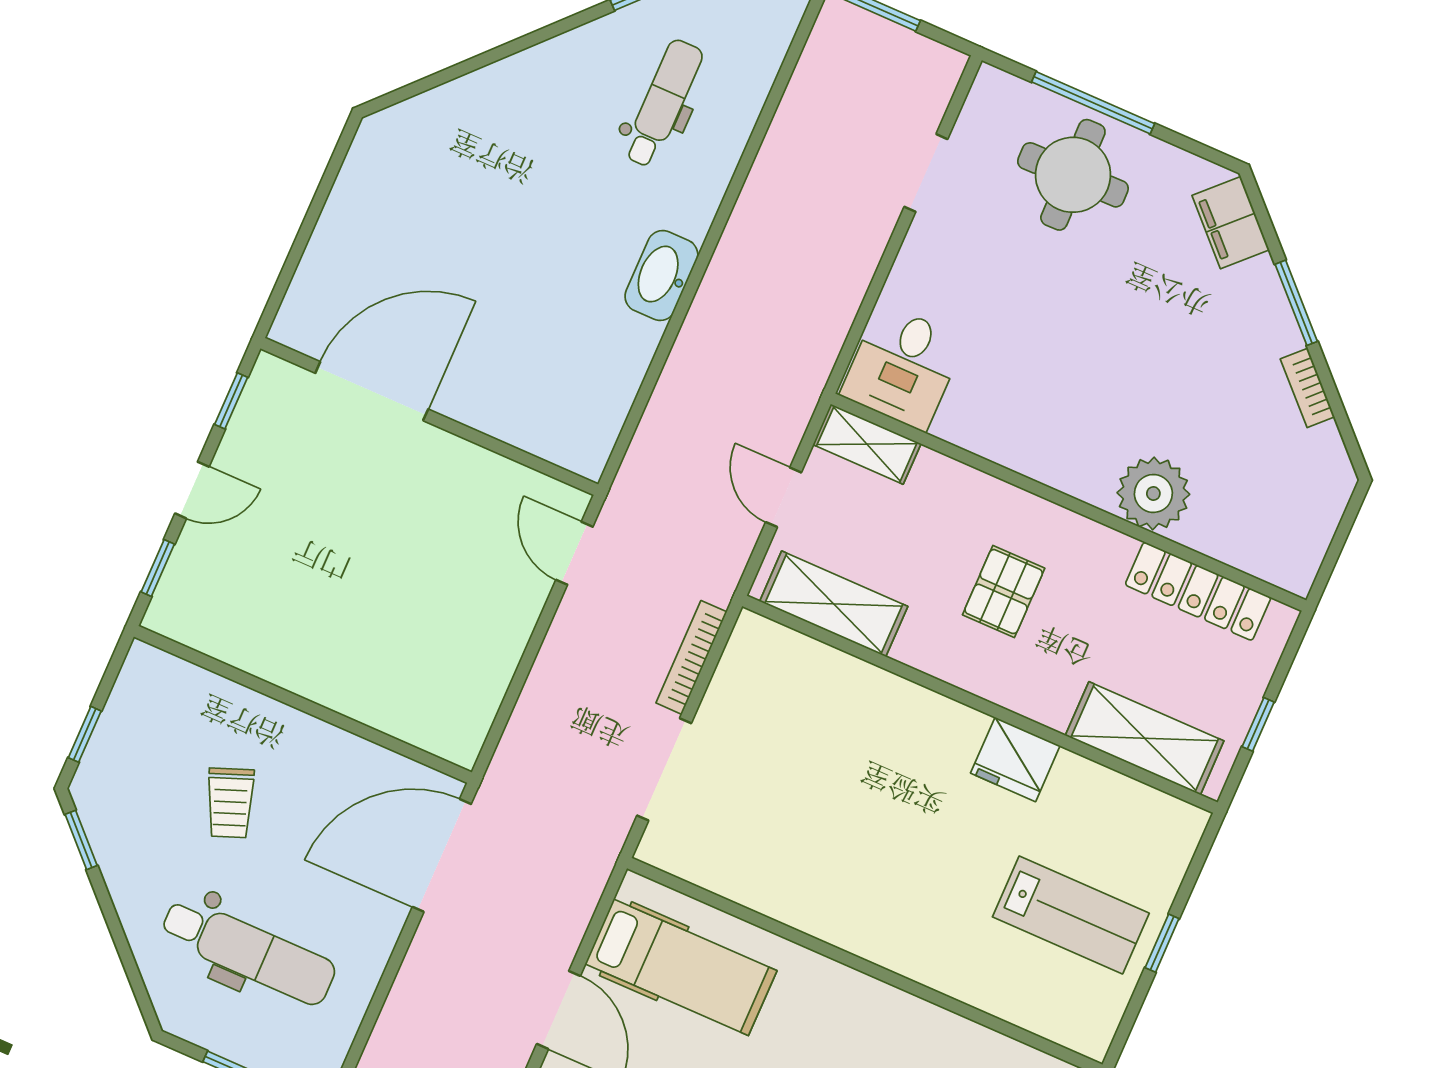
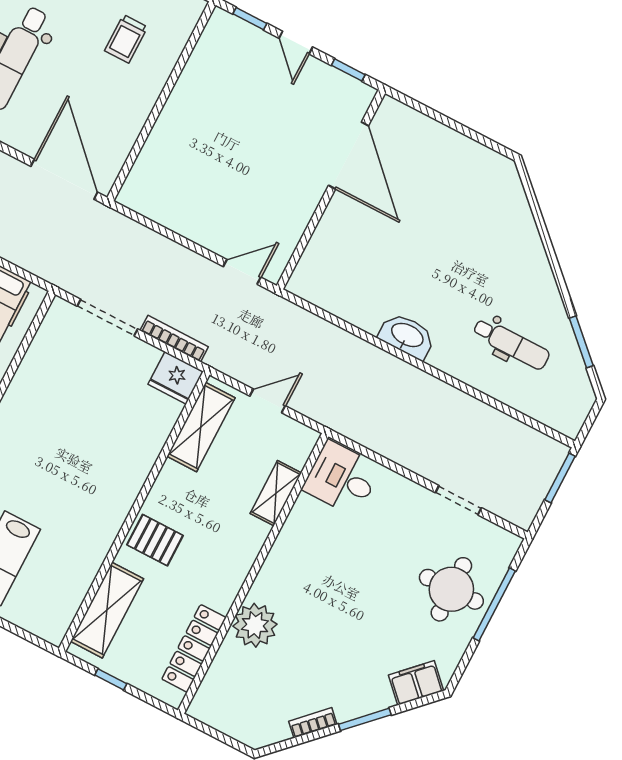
shelving: (867, 444) -> (276, 493), moved
pallet: (1004, 592) -> (155, 540), moved
fridge: (1015, 759) -> (176, 378), moved, turned -90
trolley: (230, 803) -> (126, 39), moved, turned -69

